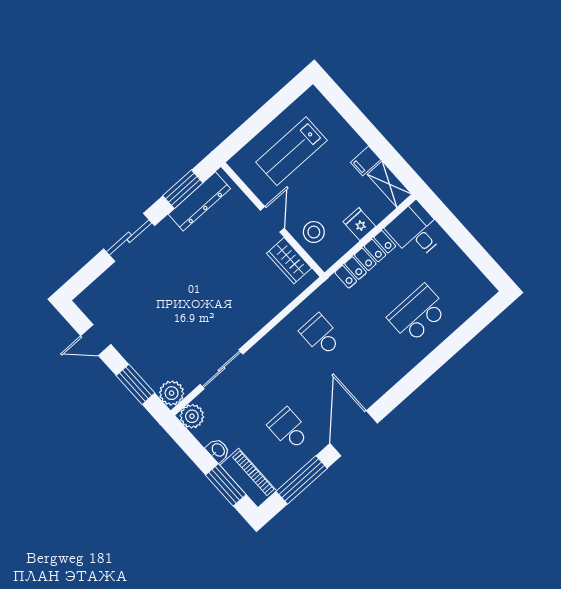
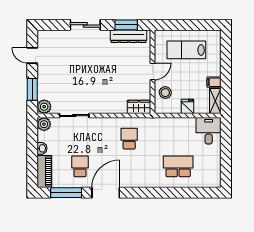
locker: (365, 259) -> (177, 124), removed
wardrobe: (289, 261) -> (139, 107), moved, turned 90
window: (226, 485) -> (32, 166), removed

